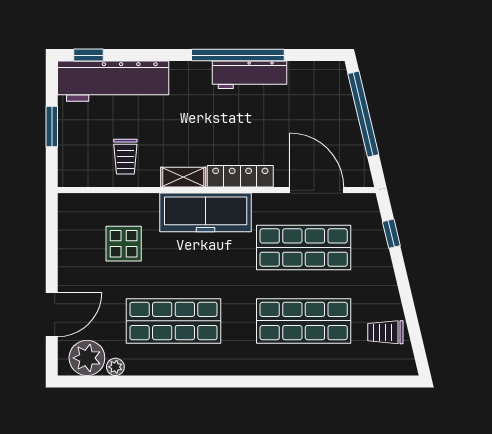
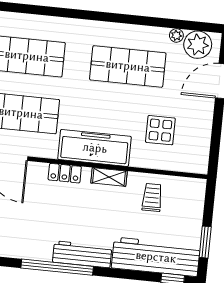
workbench: (249, 75) -> (82, 254), moved
window: (52, 127) -> (205, 242), moved
locker: (240, 176) -> (65, 173), width x0.66

